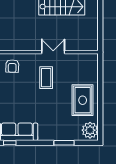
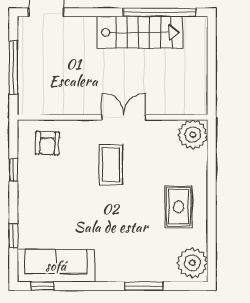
plant: (90, 61) -> (193, 135), added
rug: (83, 100) -> (179, 207), width x0.73, depth x0.70

